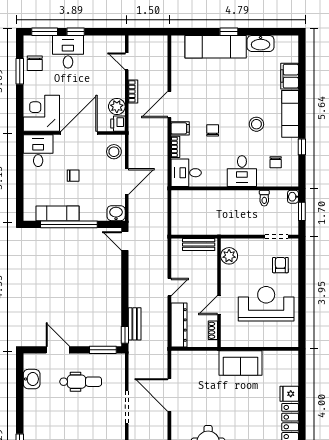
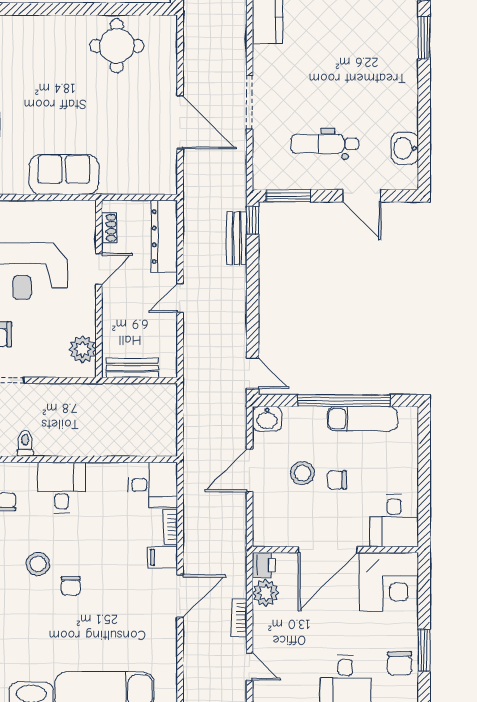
chair: (35, 63) -> (400, 663), turned 180
chair: (213, 130) -> (71, 586), moved
stool: (114, 152) -> (302, 473), moved

